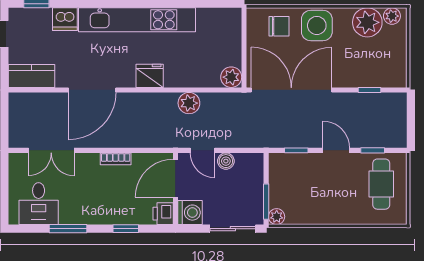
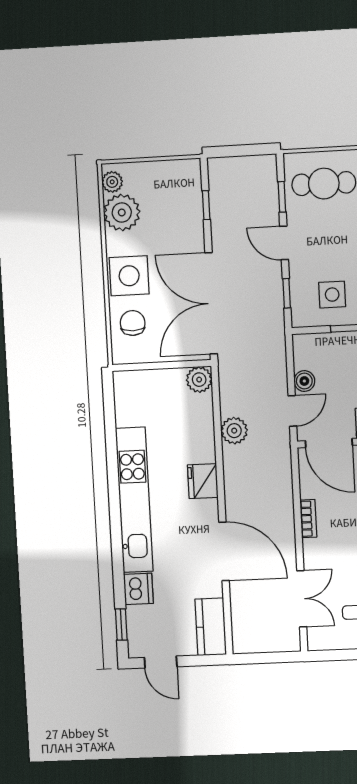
door: (336, 150) -> (284, 243), hinge flipped
side table: (293, 186) -> (332, 295), added

